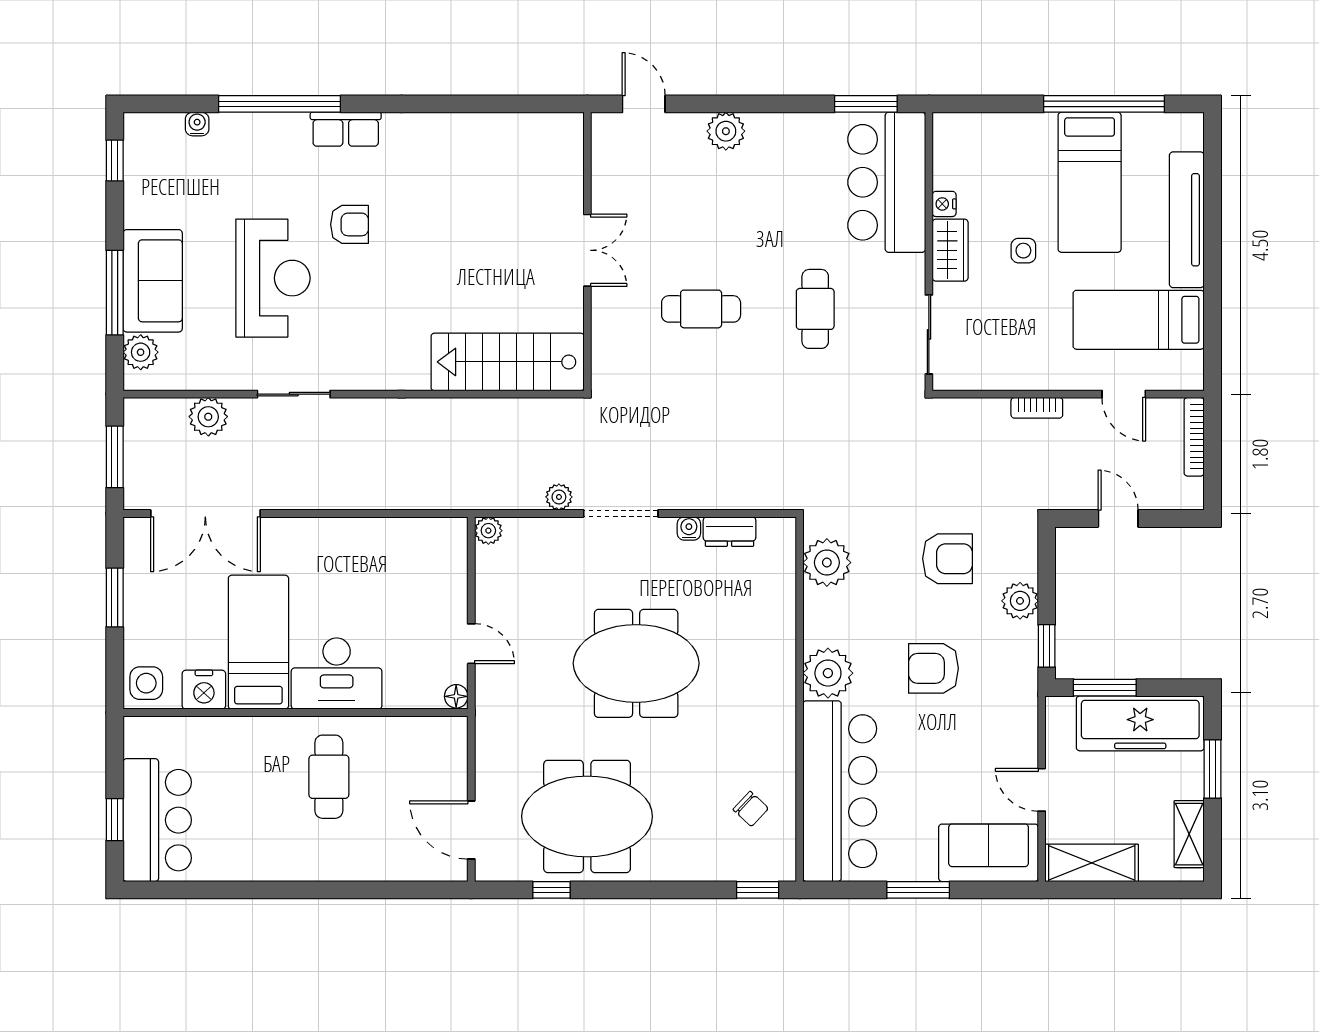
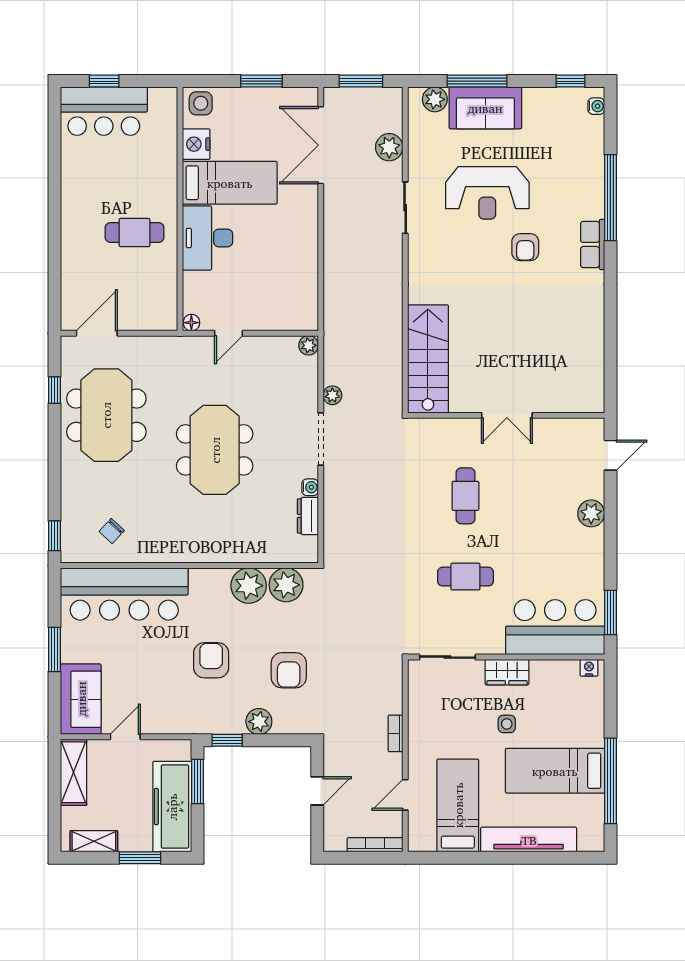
water cooler: (197, 124) -> (596, 106), moved
nightstand: (944, 204) -> (589, 668), moved
plant: (828, 673) -> (249, 586), moved

